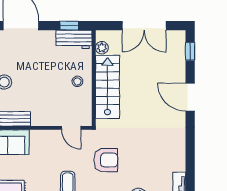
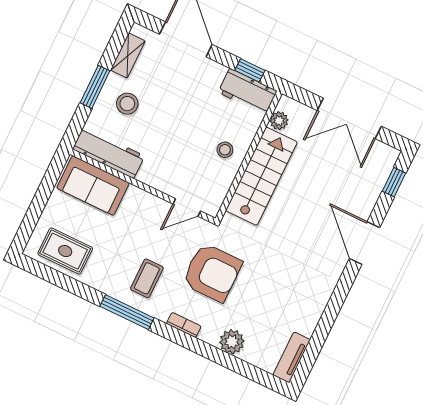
door: (71, 128) -> (187, 207), hinge flipped
armchair: (106, 160) -> (212, 272), width x1.36, depth x1.36

